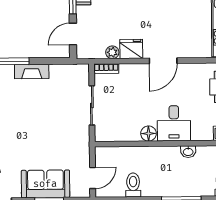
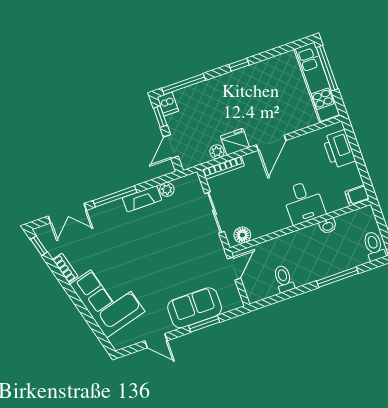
bookcase: (106, 69) -> (223, 168), width x1.56
plant: (57, 71) -> (167, 189), added
floor lamp: (149, 134) -> (242, 235), moved
door: (93, 178) -> (234, 268), moved

